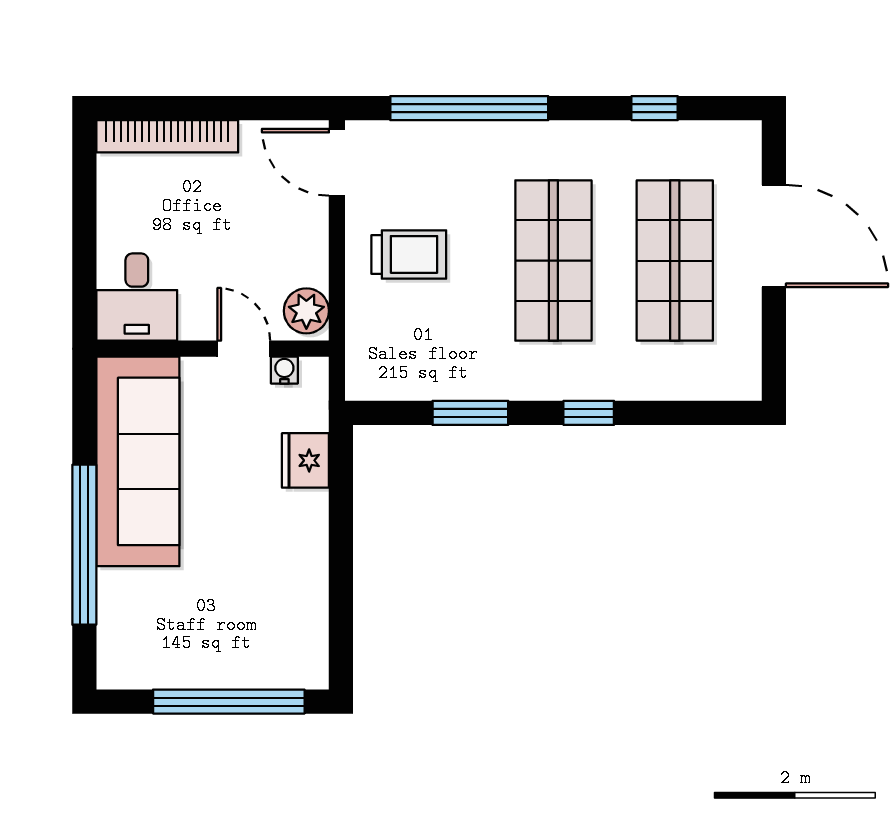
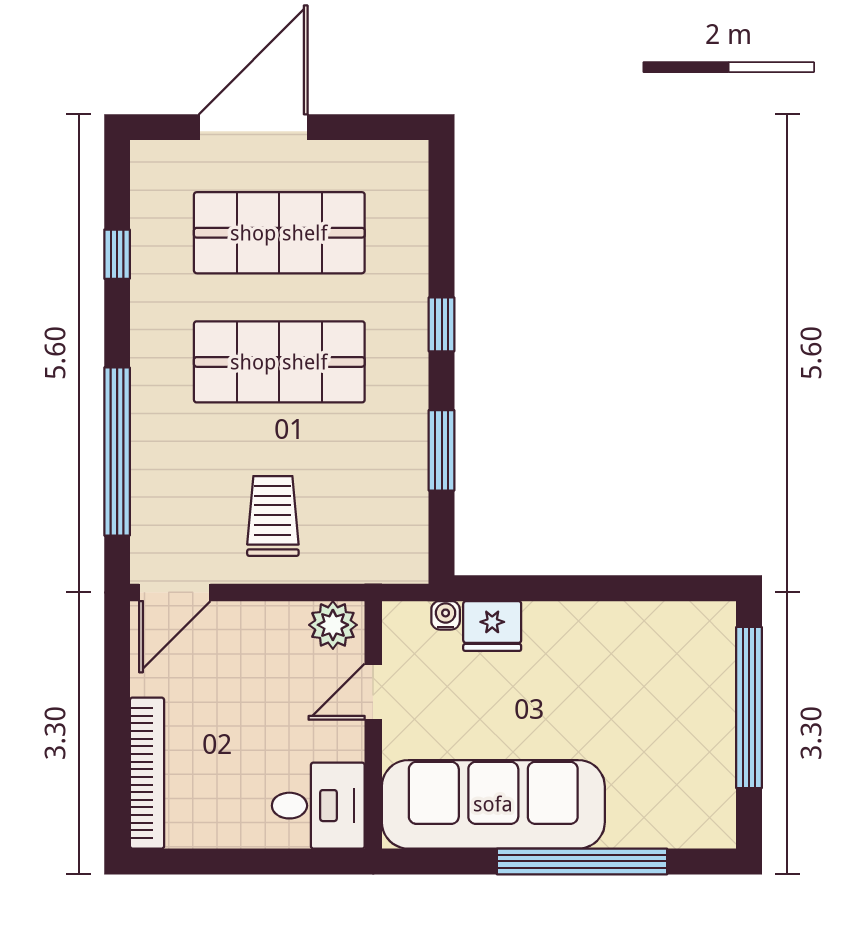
water cooler: (284, 370) -> (446, 615), moved, turned 90

